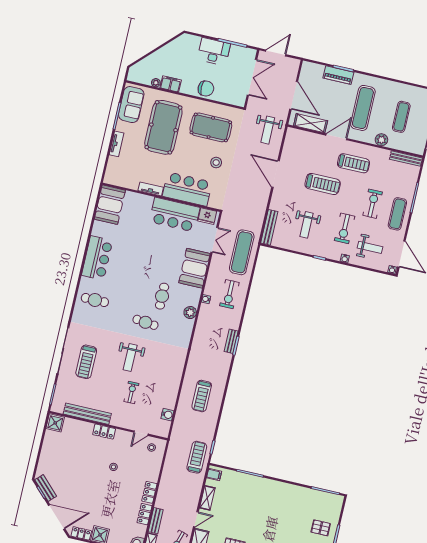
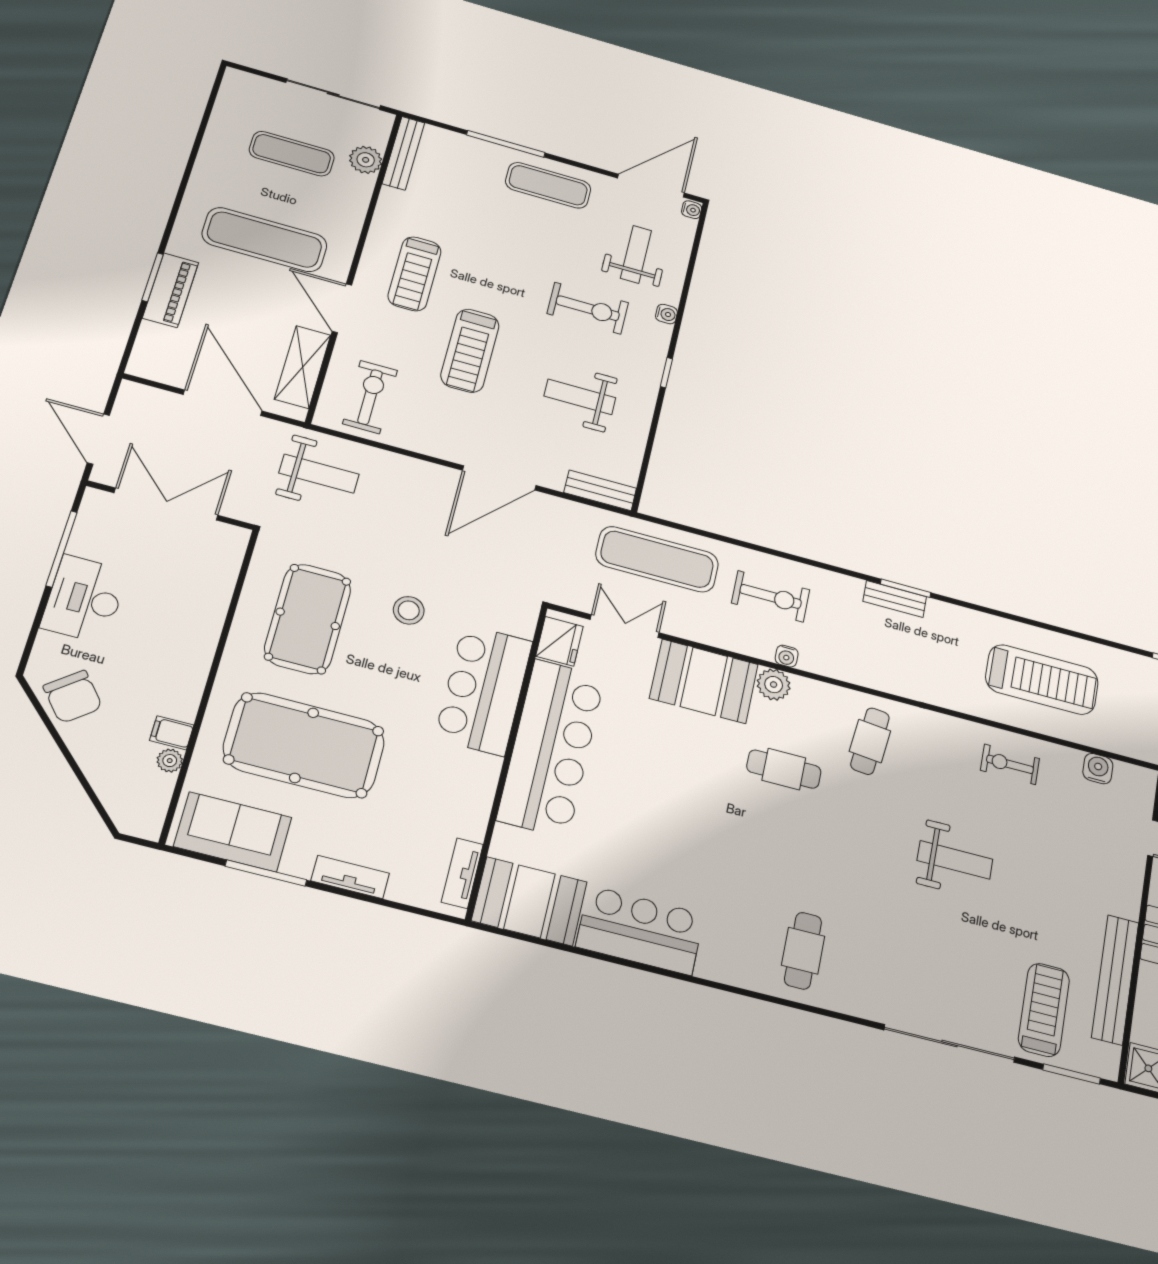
filing cabinet: (171, 84) -> (172, 733), width x0.50
chair: (206, 89) -> (73, 697), moved, turned 141
door: (294, 95) -> (223, 403), hinge flipped
plant: (381, 140) -> (366, 160), moved
treadmill: (354, 163) -> (415, 274), turned 180
door: (276, 174) -> (499, 478), moved
treadmill: (323, 184) -> (470, 351), turned 180
tv unit: (151, 189) -> (462, 873), moved
exercise bike: (373, 204) -> (370, 397), moved, turned 90
bar counter: (175, 215) -> (551, 748), width x1.36
weight bench: (307, 225) -> (580, 397), turned 180
bench: (269, 227) -> (600, 490), width x0.73
bar counter: (97, 258) -> (640, 930), moved
plant: (190, 313) -> (774, 685), moved
cafe table: (145, 322) -> (870, 741), moved
treadmill: (86, 362) -> (1044, 1010), moved, turned -90
exercise bike: (131, 392) -> (1010, 764), moved
treadmill: (202, 396) -> (1042, 680), width x1.37, depth x1.38

